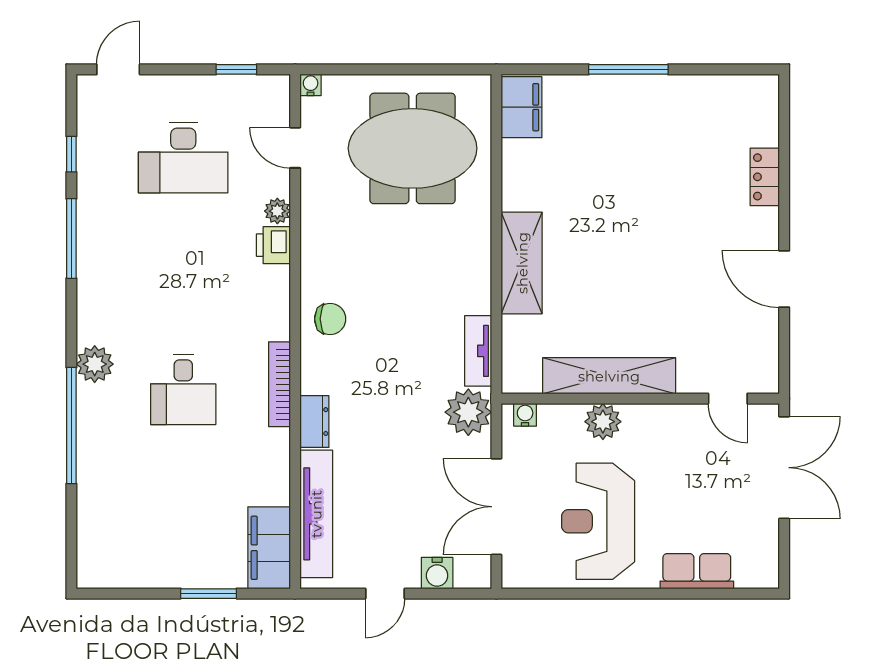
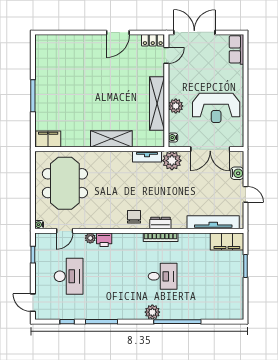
locker: (765, 177) -> (153, 40), moved
dresser: (314, 422) -> (160, 223), moved
row of seats: (697, 571) -> (236, 49), moved

